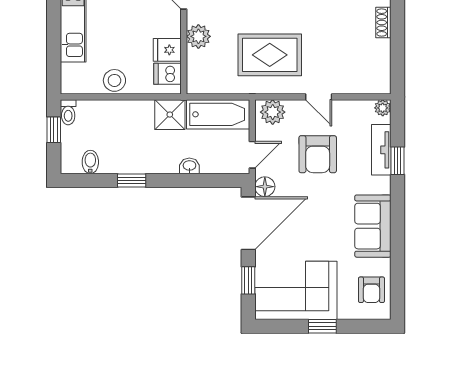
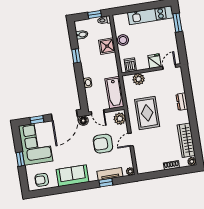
plant: (198, 36) -> (139, 79), moved
fridge: (167, 50) -> (155, 61), moved
shower: (170, 115) -> (107, 46), moved
door: (248, 223) -> (64, 115), hinge flipped

